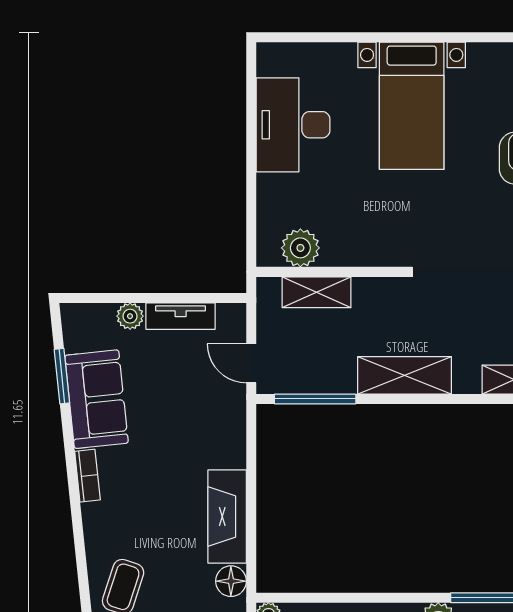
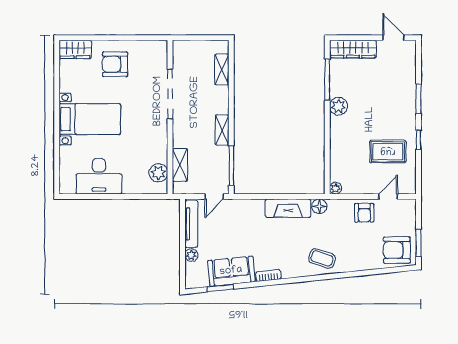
tv unit: (181, 316) -> (191, 224), width x1.41
shelving: (405, 375) -> (222, 130), width x0.67, depth x0.75

